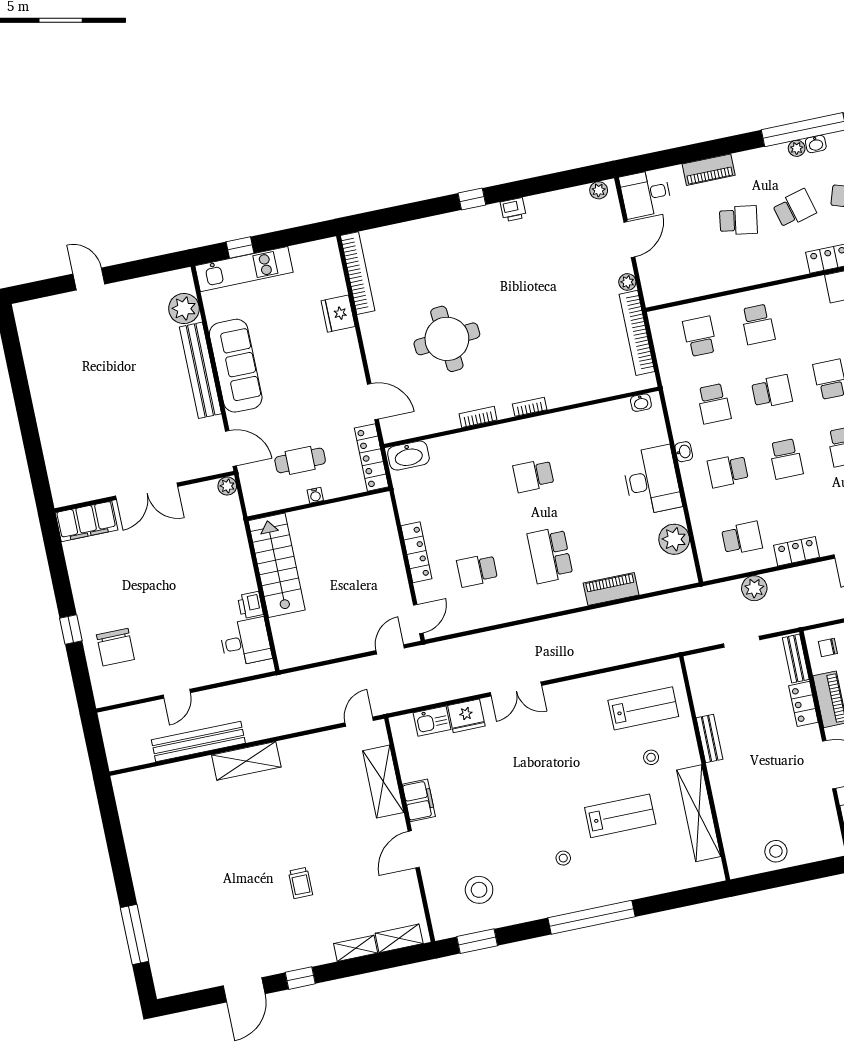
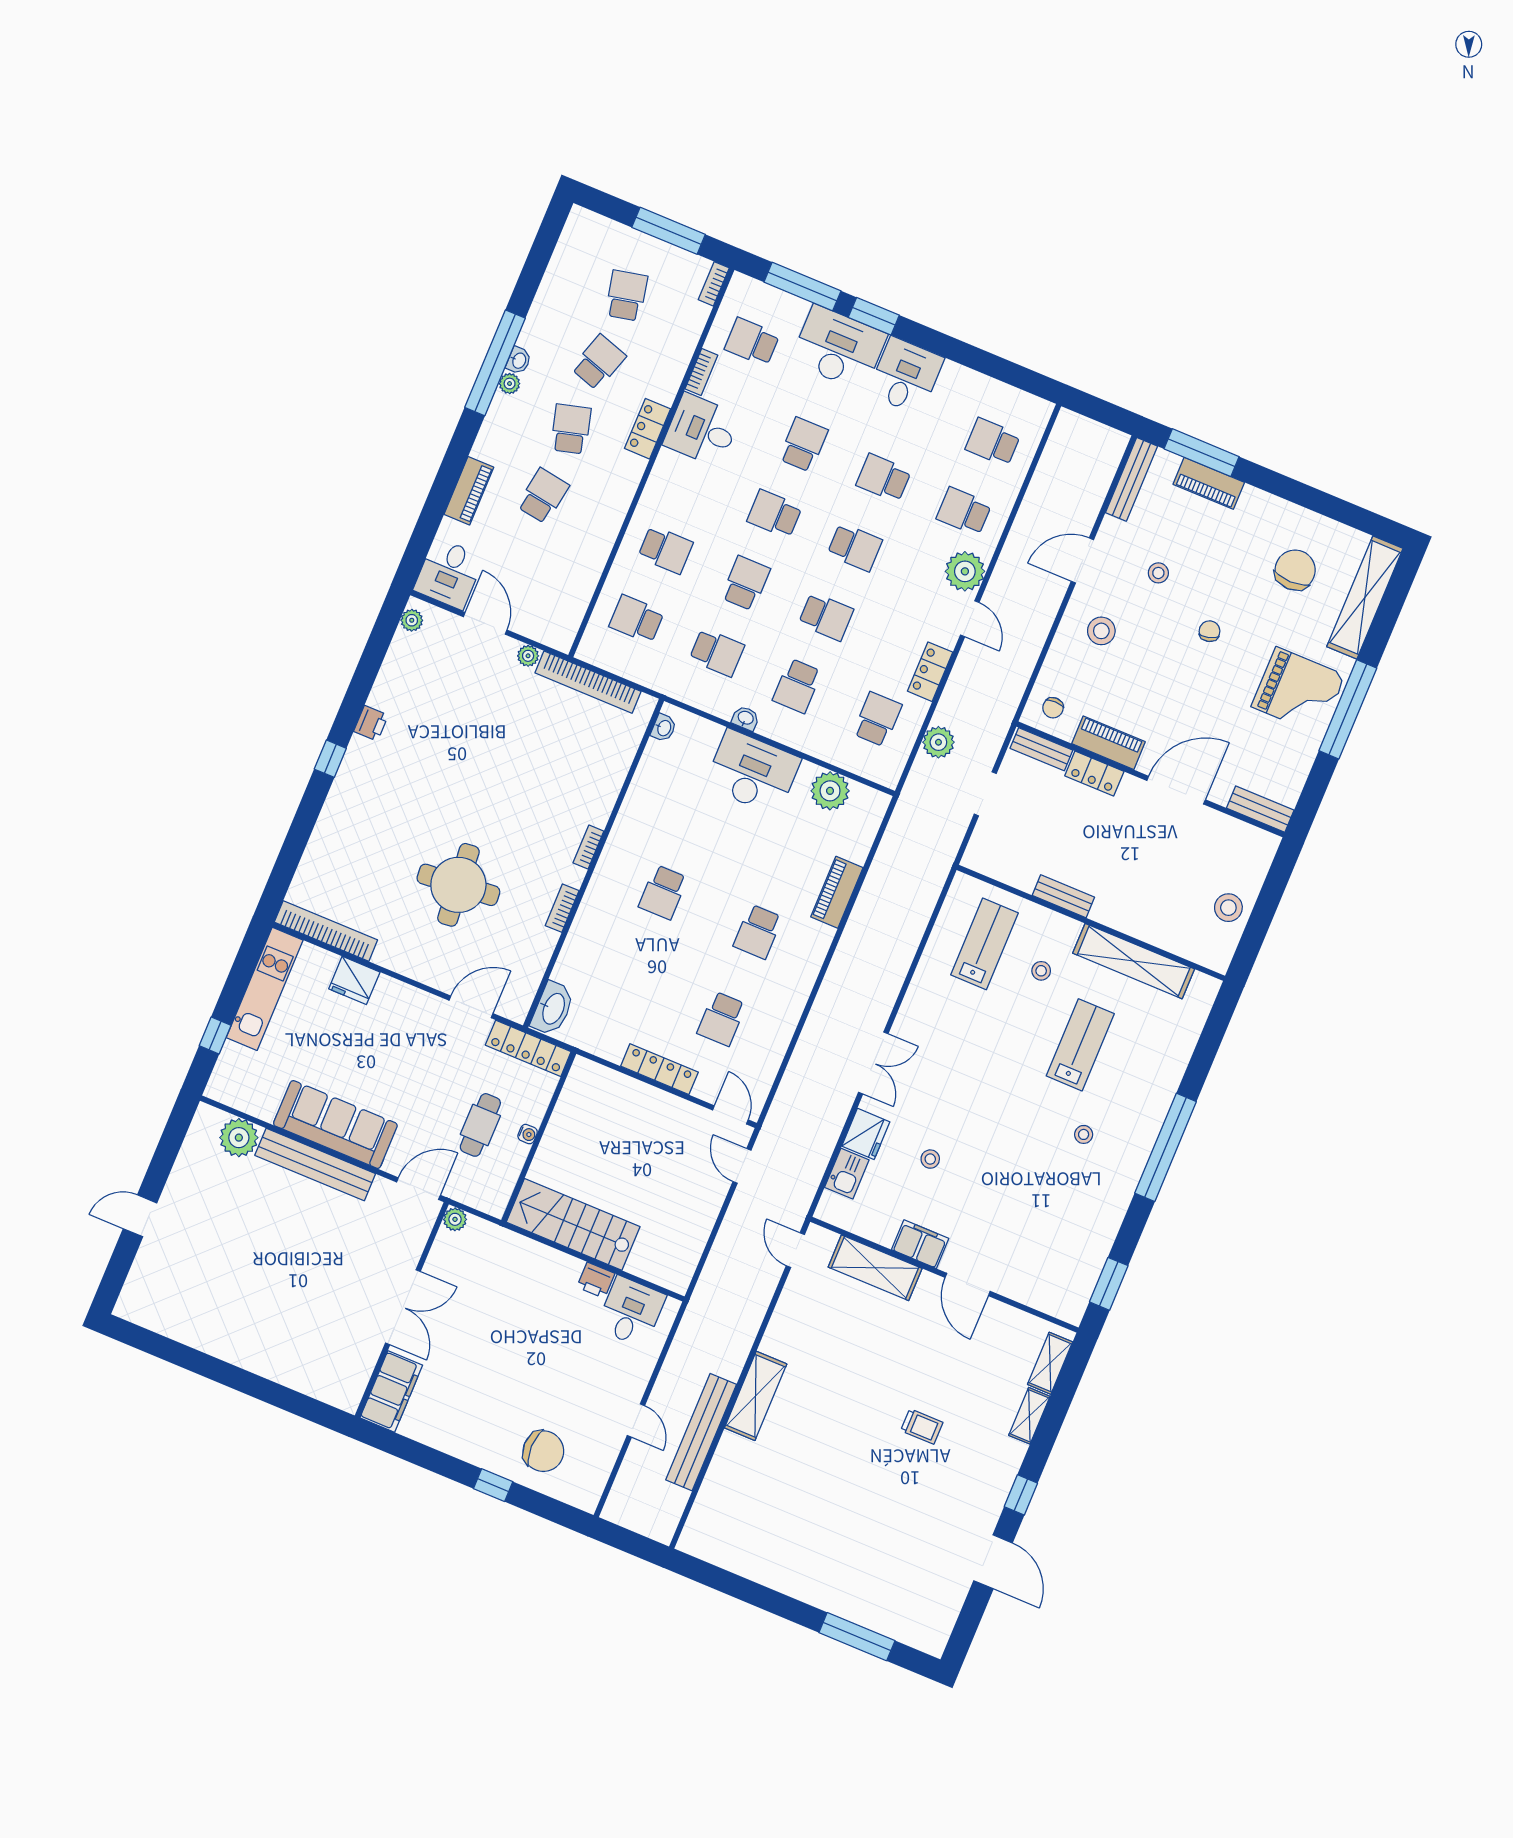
kitchen unit: (244, 269) -> (265, 989), moved
school desk: (550, 555) -> (758, 932), width x0.54
stool: (479, 890) -> (930, 1159), moved, width x0.53, depth x0.53

